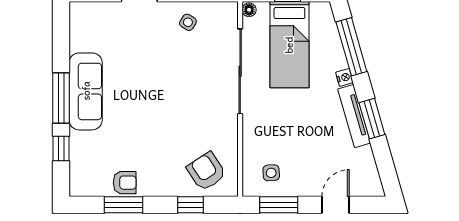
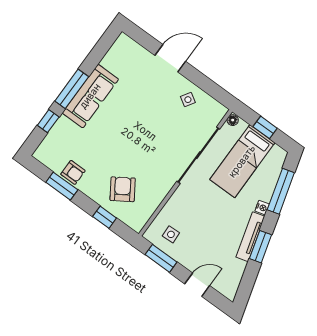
armchair: (206, 171) -> (123, 189), moved

